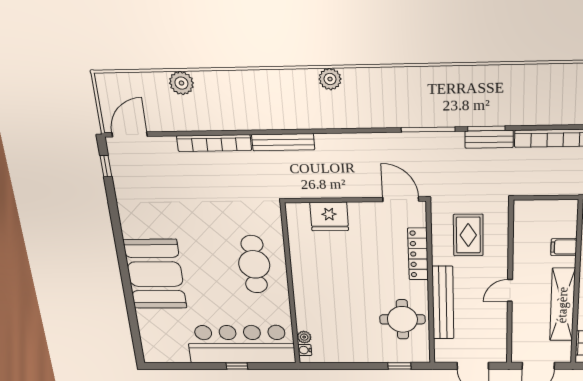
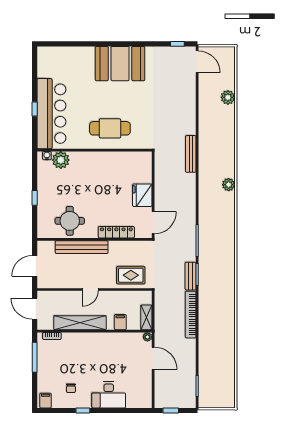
bookcase: (214, 143) -> (191, 112), removed
shelving: (557, 208) -> (146, 317), added
fridge: (329, 217) -> (142, 195), moved
rug: (468, 235) -> (131, 275), moved
booth: (155, 274) -> (120, 64), moved
door: (510, 290) -> (90, 290), swing flipped
plant: (304, 337) -> (61, 160), width x1.88, depth x1.88
window: (399, 366) -> (35, 198), moved

